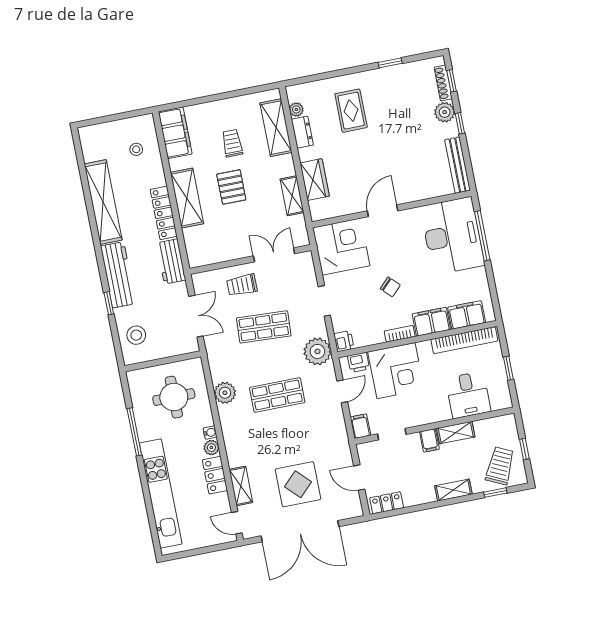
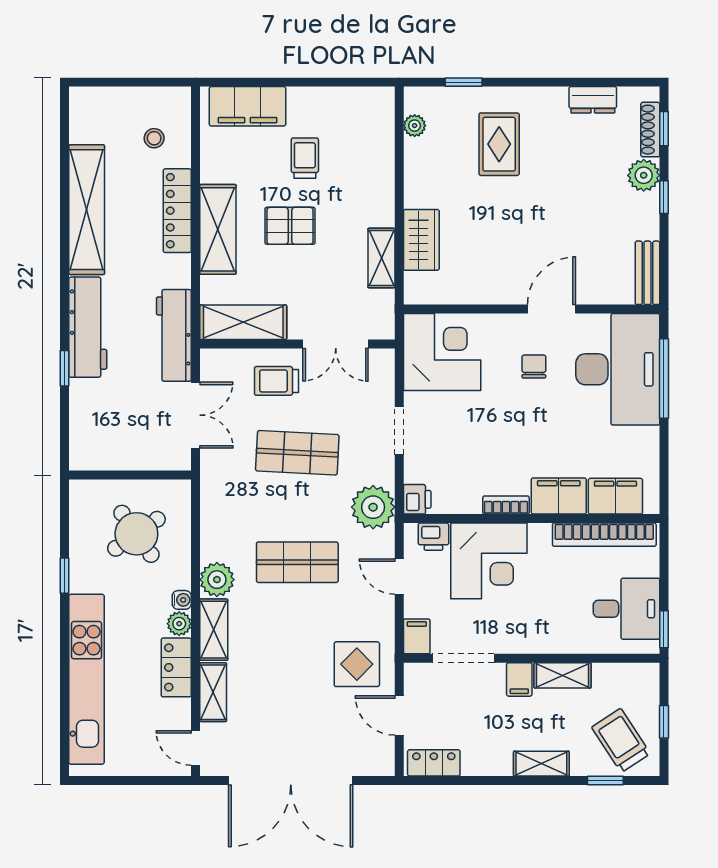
window: (390, 63) -> (464, 82), moved
shelving: (276, 128) -> (243, 322), moved, turned 90
dresser: (302, 132) -> (593, 100), moved, turned 90
filing cabinet: (175, 133) -> (247, 106), moved, turned 90
bench: (458, 165) -> (647, 273), width x0.73
pallet: (231, 187) -> (290, 226), turned 90
door: (383, 211) -> (551, 309), moved
locker: (164, 213) -> (177, 211), moved
double door: (274, 255) -> (336, 344), swing flipped
workbench: (171, 262) -> (174, 335), width x1.38
chair: (390, 287) -> (534, 367), moved, turned -135
stool: (136, 335) -> (97, 426), removed
window: (508, 368) -> (664, 629), moved
door: (342, 391) -> (399, 577), swing flipped
plant: (225, 393) -> (217, 580), moved
desk: (468, 395) -> (627, 609), moved, turned -90
round table: (174, 397) -> (136, 534), turned -35
window: (134, 432) -> (65, 576), width x0.46
doorway: (392, 434) -> (463, 658), width x1.38
shelving: (234, 447) -> (214, 630), added
trolley: (500, 466) -> (621, 740), turned -58
display table: (298, 484) -> (357, 664), moved, width x0.73, depth x0.73

